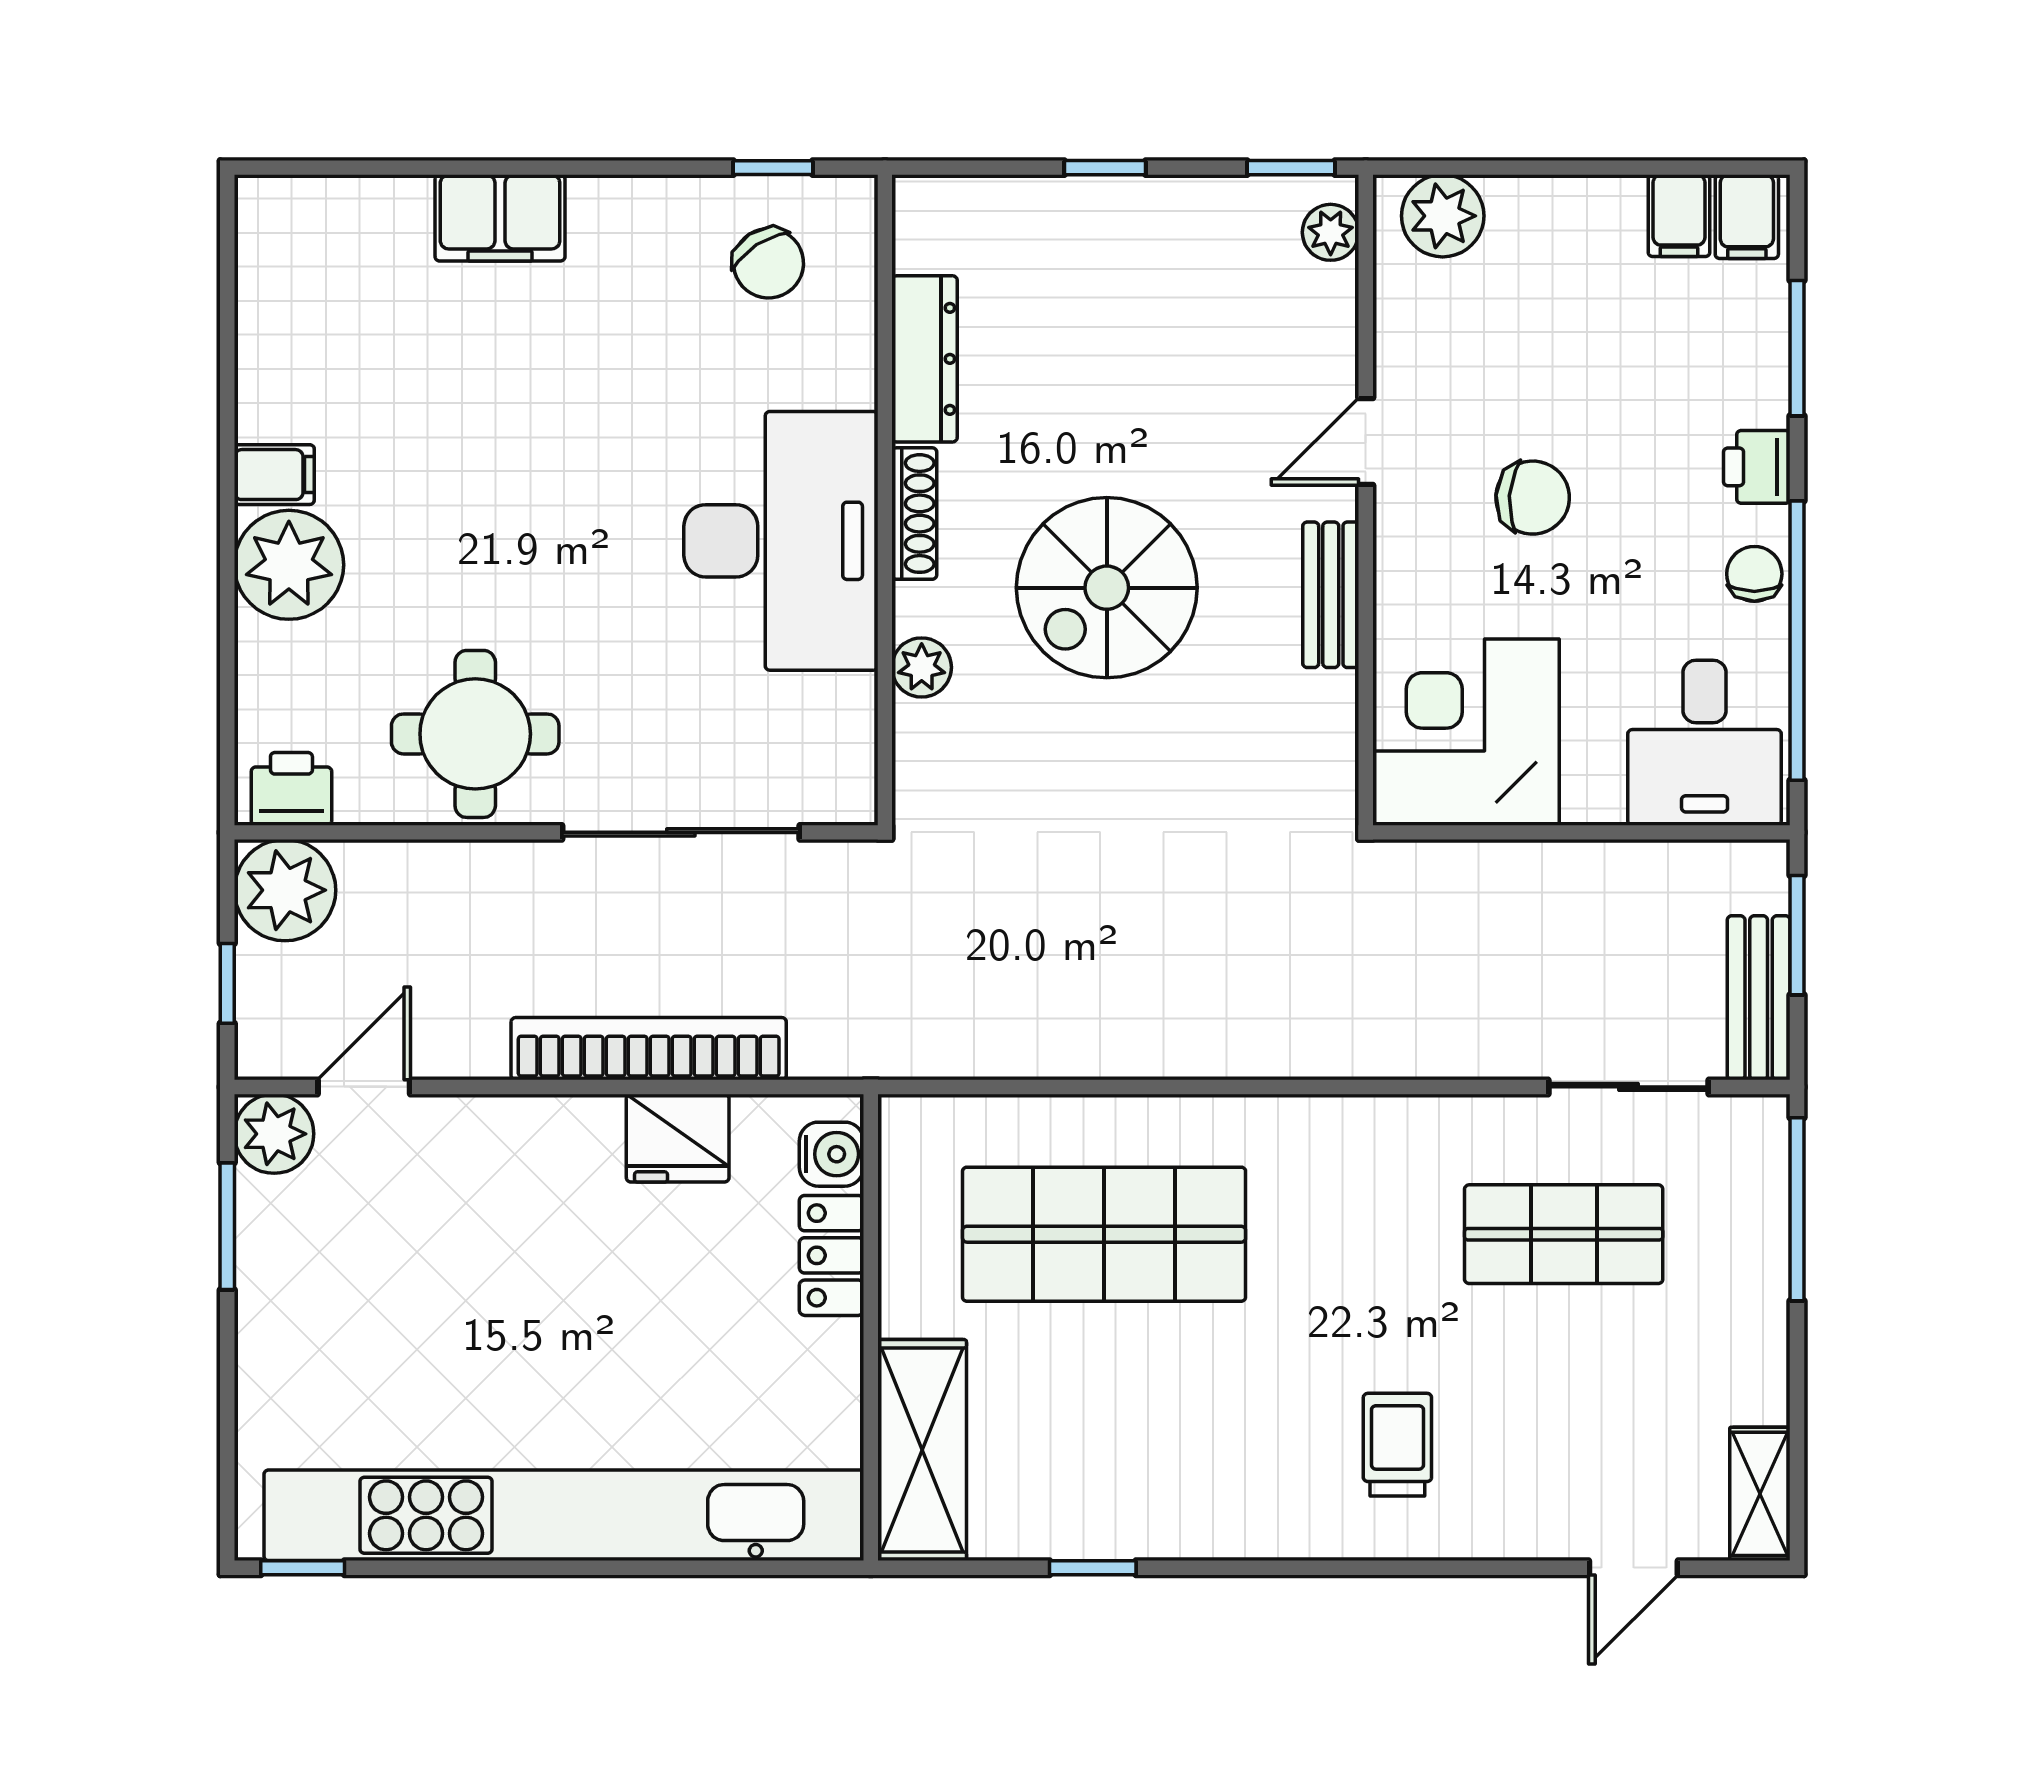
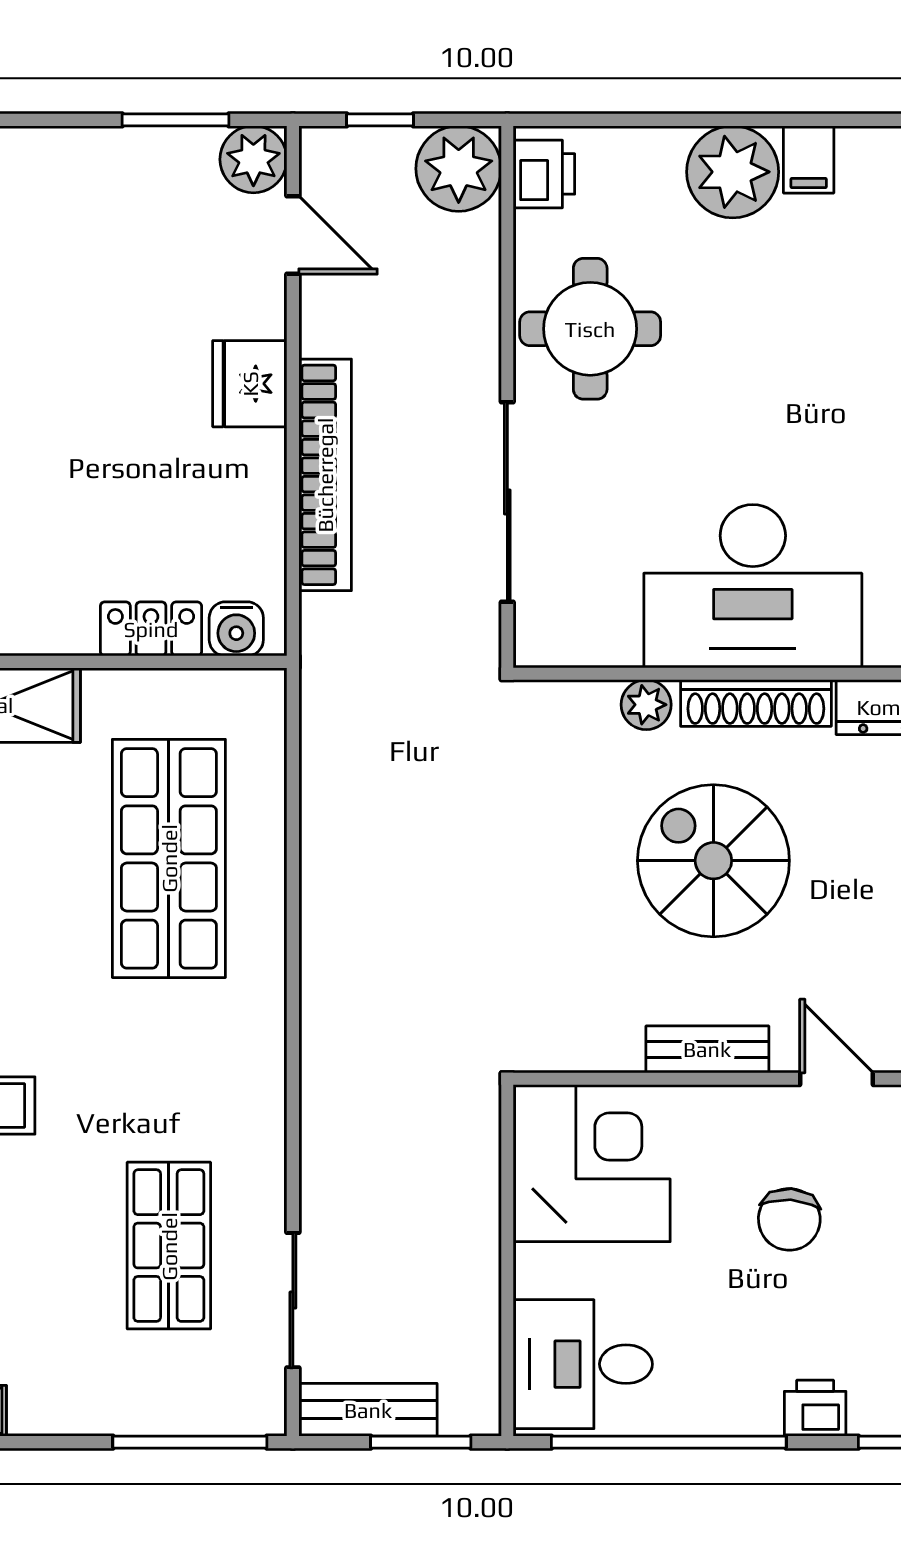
shoe rack: (914, 514) -> (756, 703), width x1.36, depth x1.24
chair: (1754, 574) -> (725, 1406), removed
fridge: (678, 1138) -> (250, 384), moved

